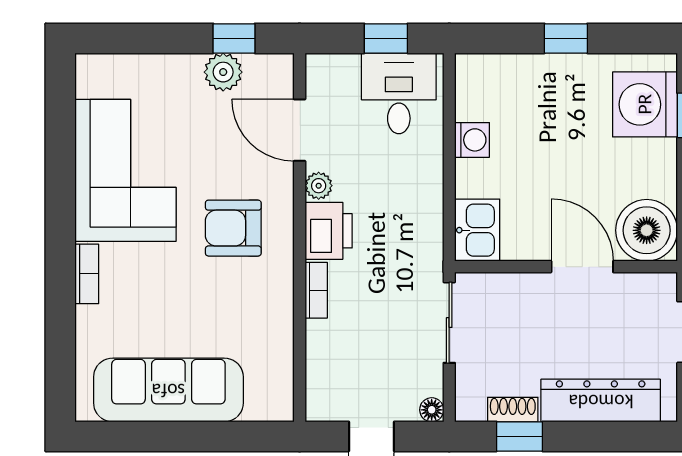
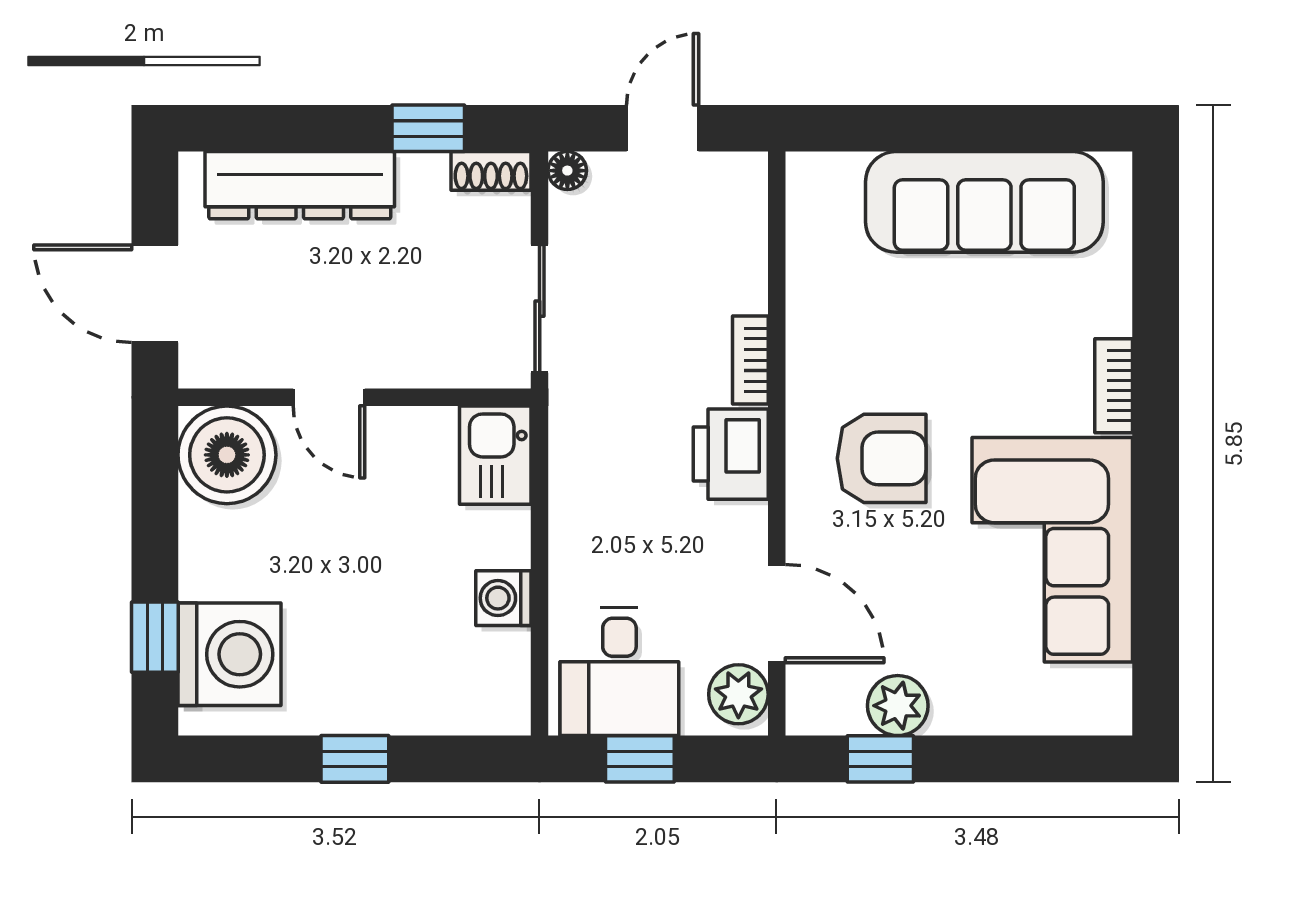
plant: (319, 186) -> (738, 694), moved, width x1.38, depth x1.38
door: (582, 267) -> (329, 397), width x0.73
shoe rack: (513, 410) -> (491, 171), moved

